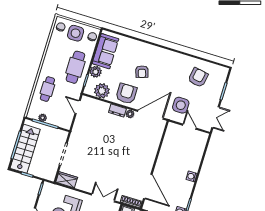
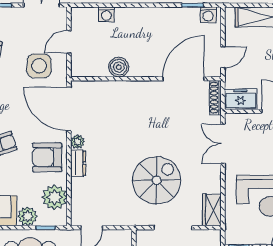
boiler: (166, 151) -> (119, 67), added
spiral stairs: (94, 153) -> (157, 180), added
washing machine: (192, 176) -> (106, 14), moved

